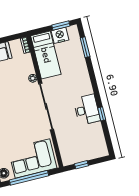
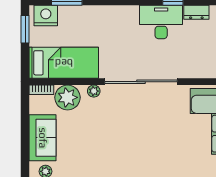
nightstand: (60, 35) -> (46, 16), moved, turned 90
plant: (25, 63) -> (67, 97), added
dresser: (98, 130) -> (196, 12), added

